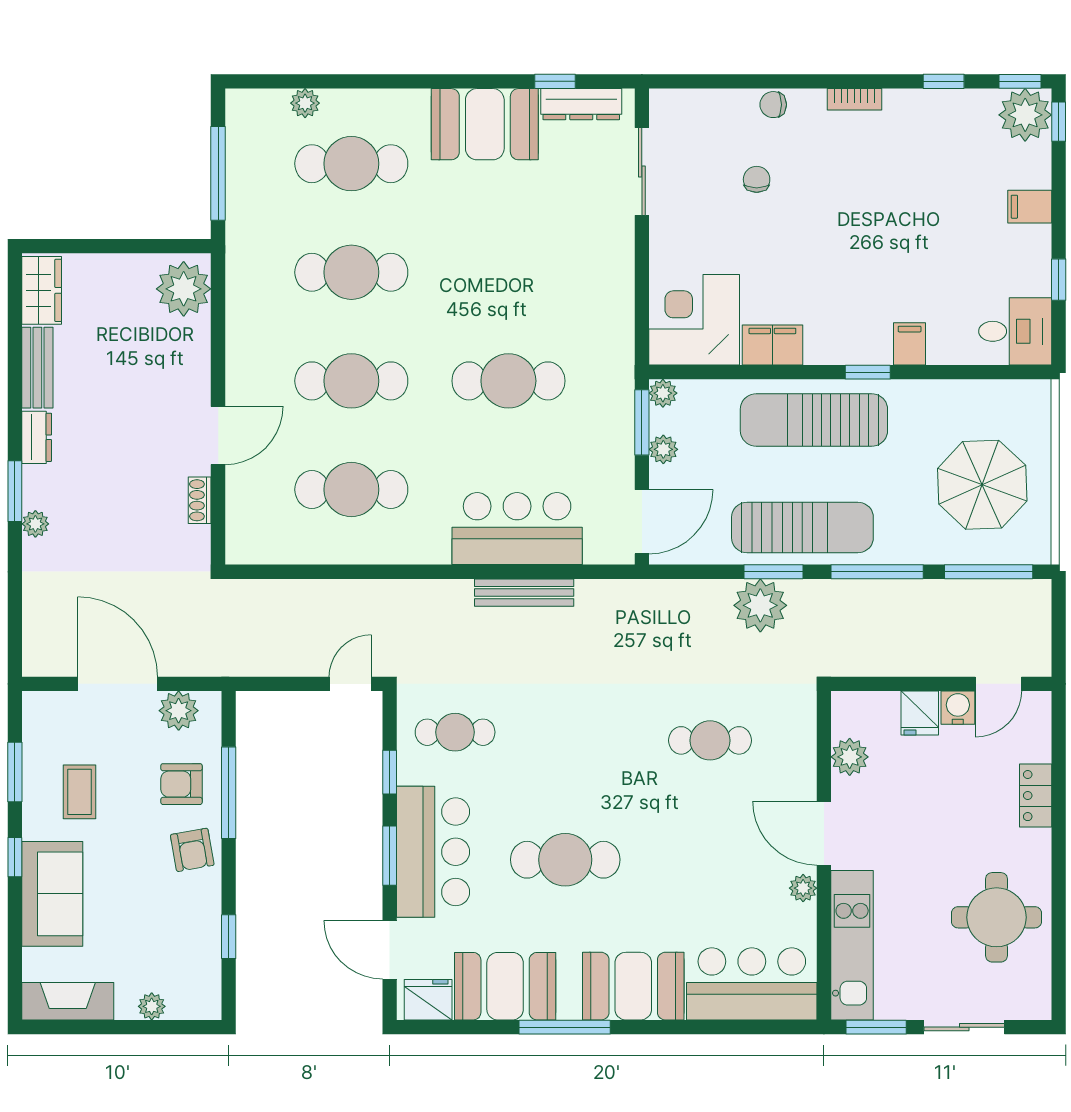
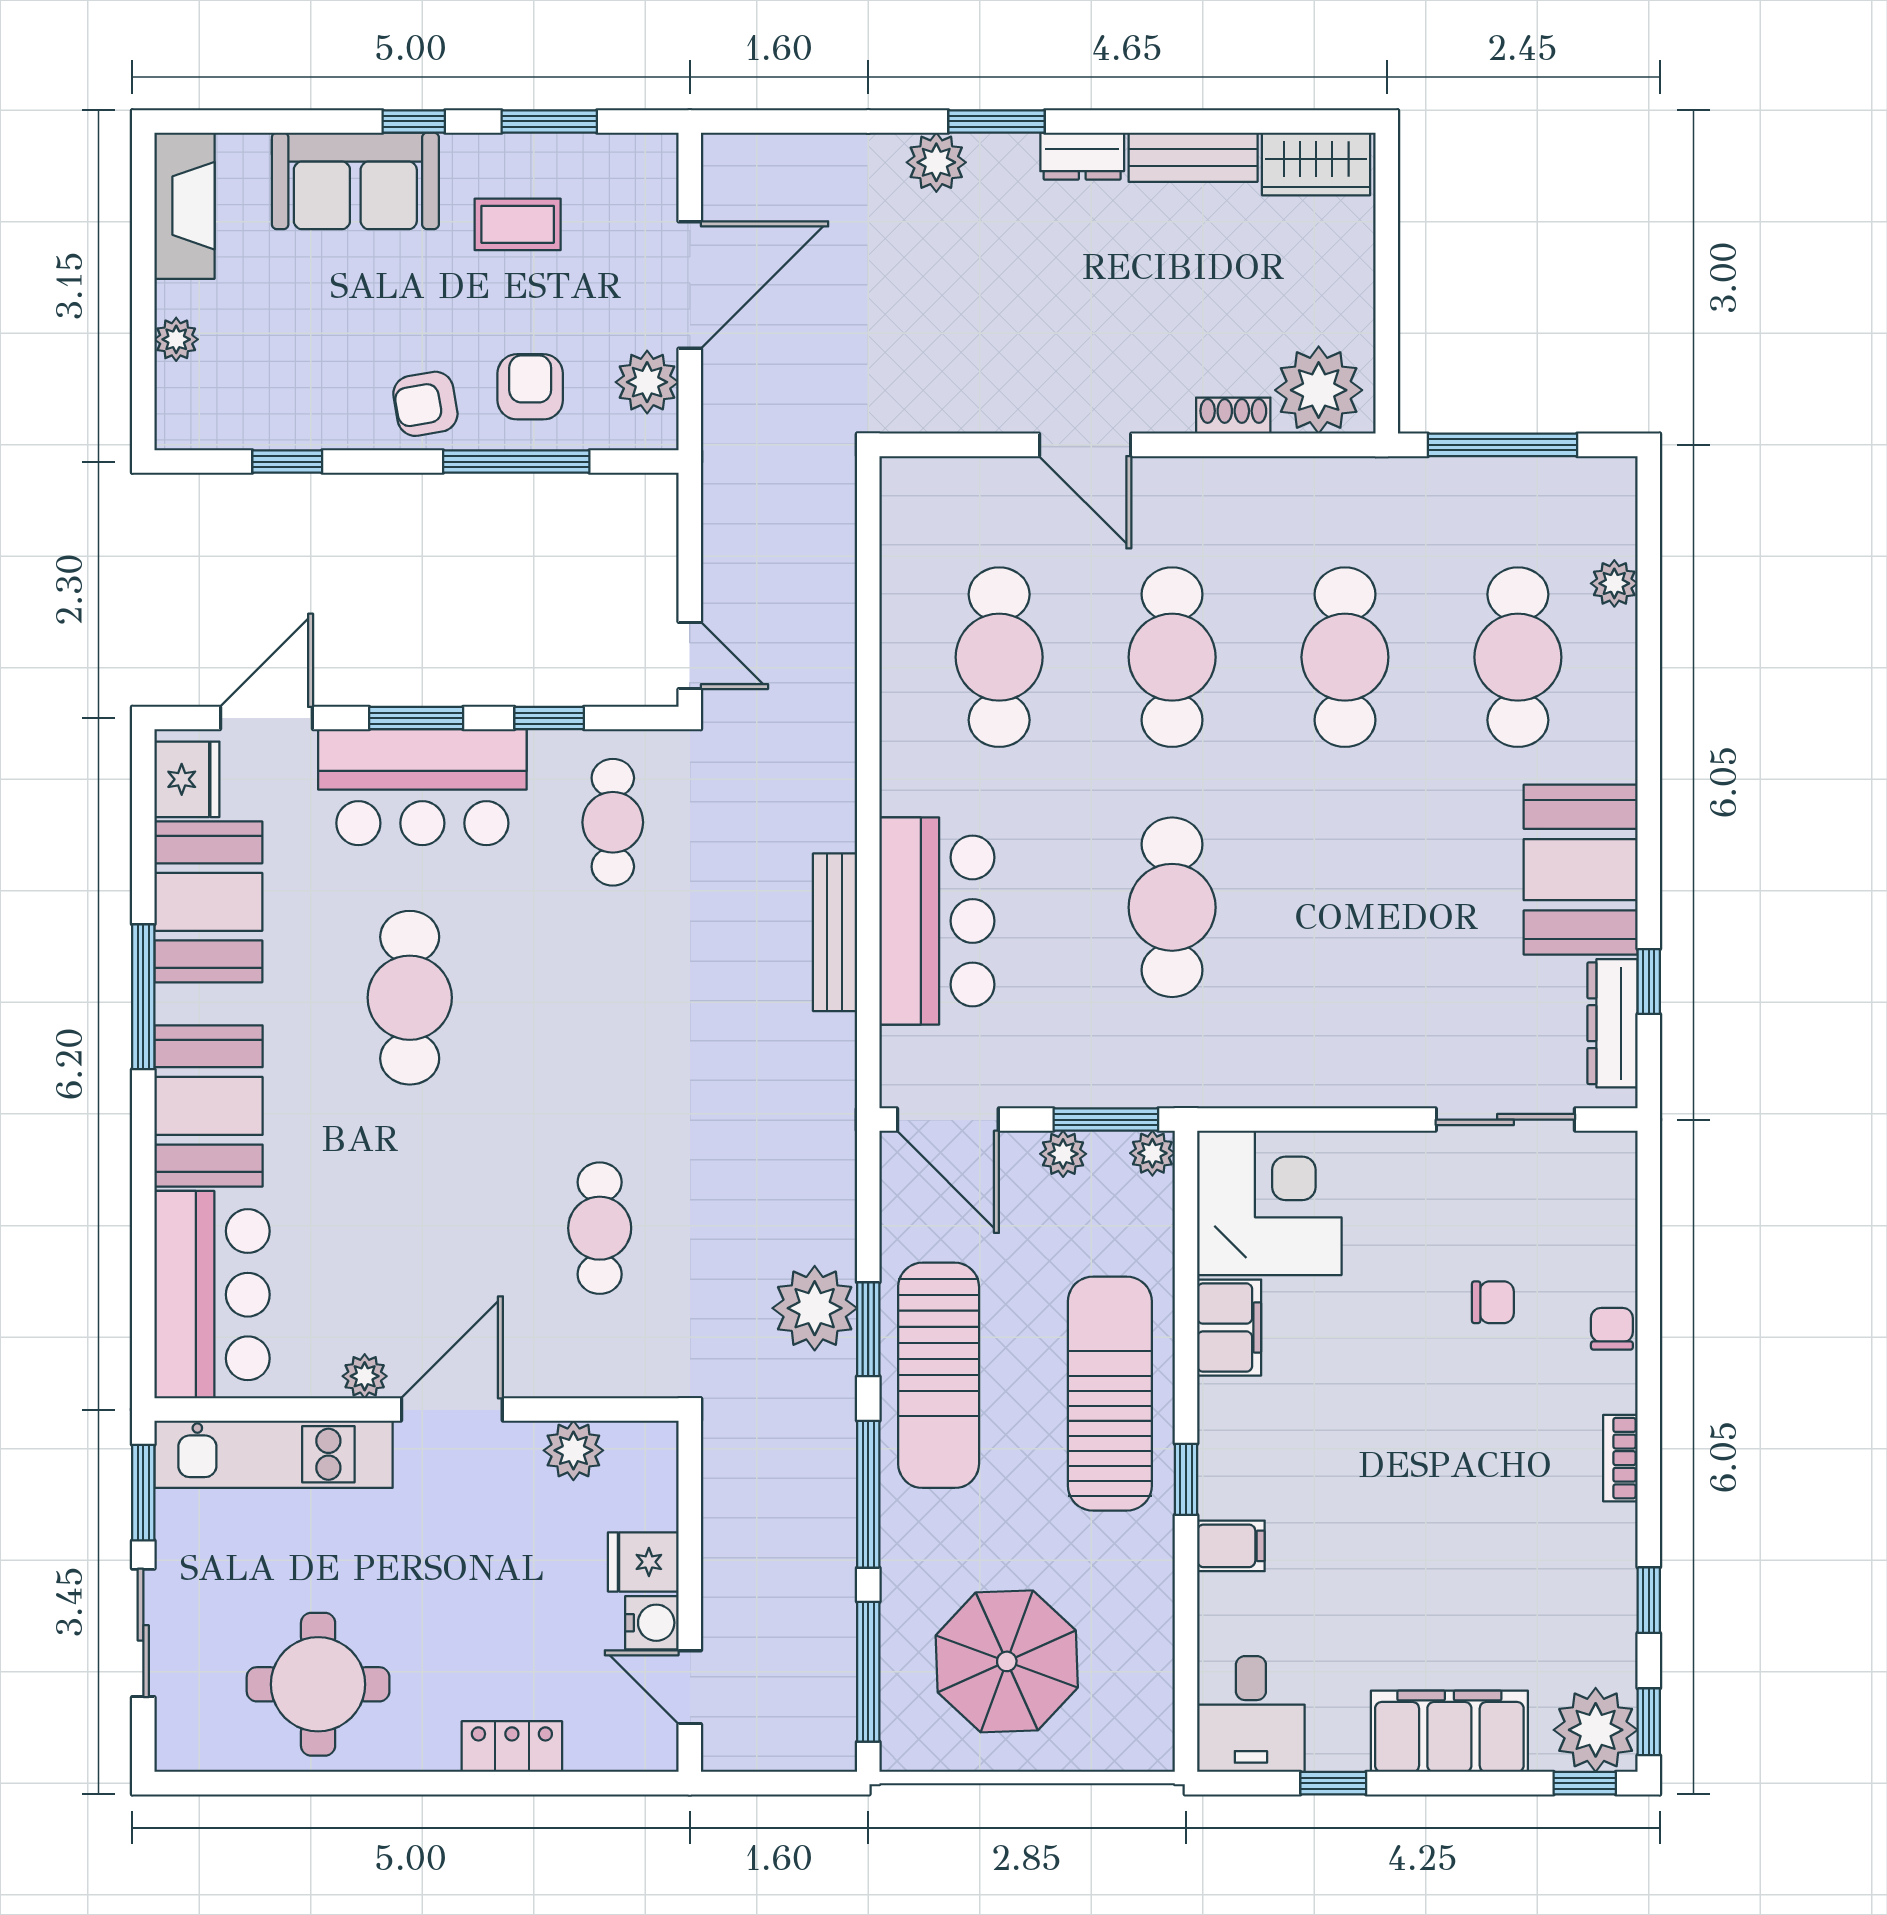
filing cabinet: (1030, 207) -> (1449, 1731), width x3.00, depth x1.17
shoe rack: (200, 500) -> (1233, 416), moved
plant: (35, 524) -> (936, 162), width x1.38, depth x1.38

